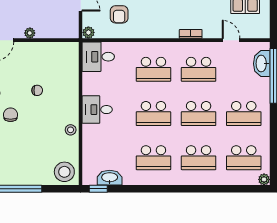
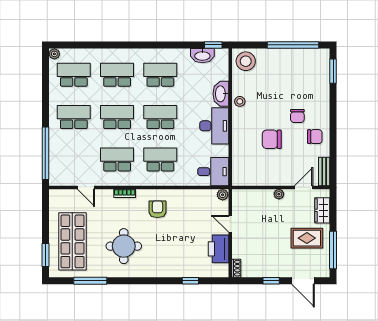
armchair: (119, 14) -> (157, 209), moved
washbasin: (262, 64) -> (221, 94), moved, turned 180
chair: (37, 90) -> (272, 139), width x1.87, depth x1.87
desk: (97, 110) -> (214, 126), width x1.37

